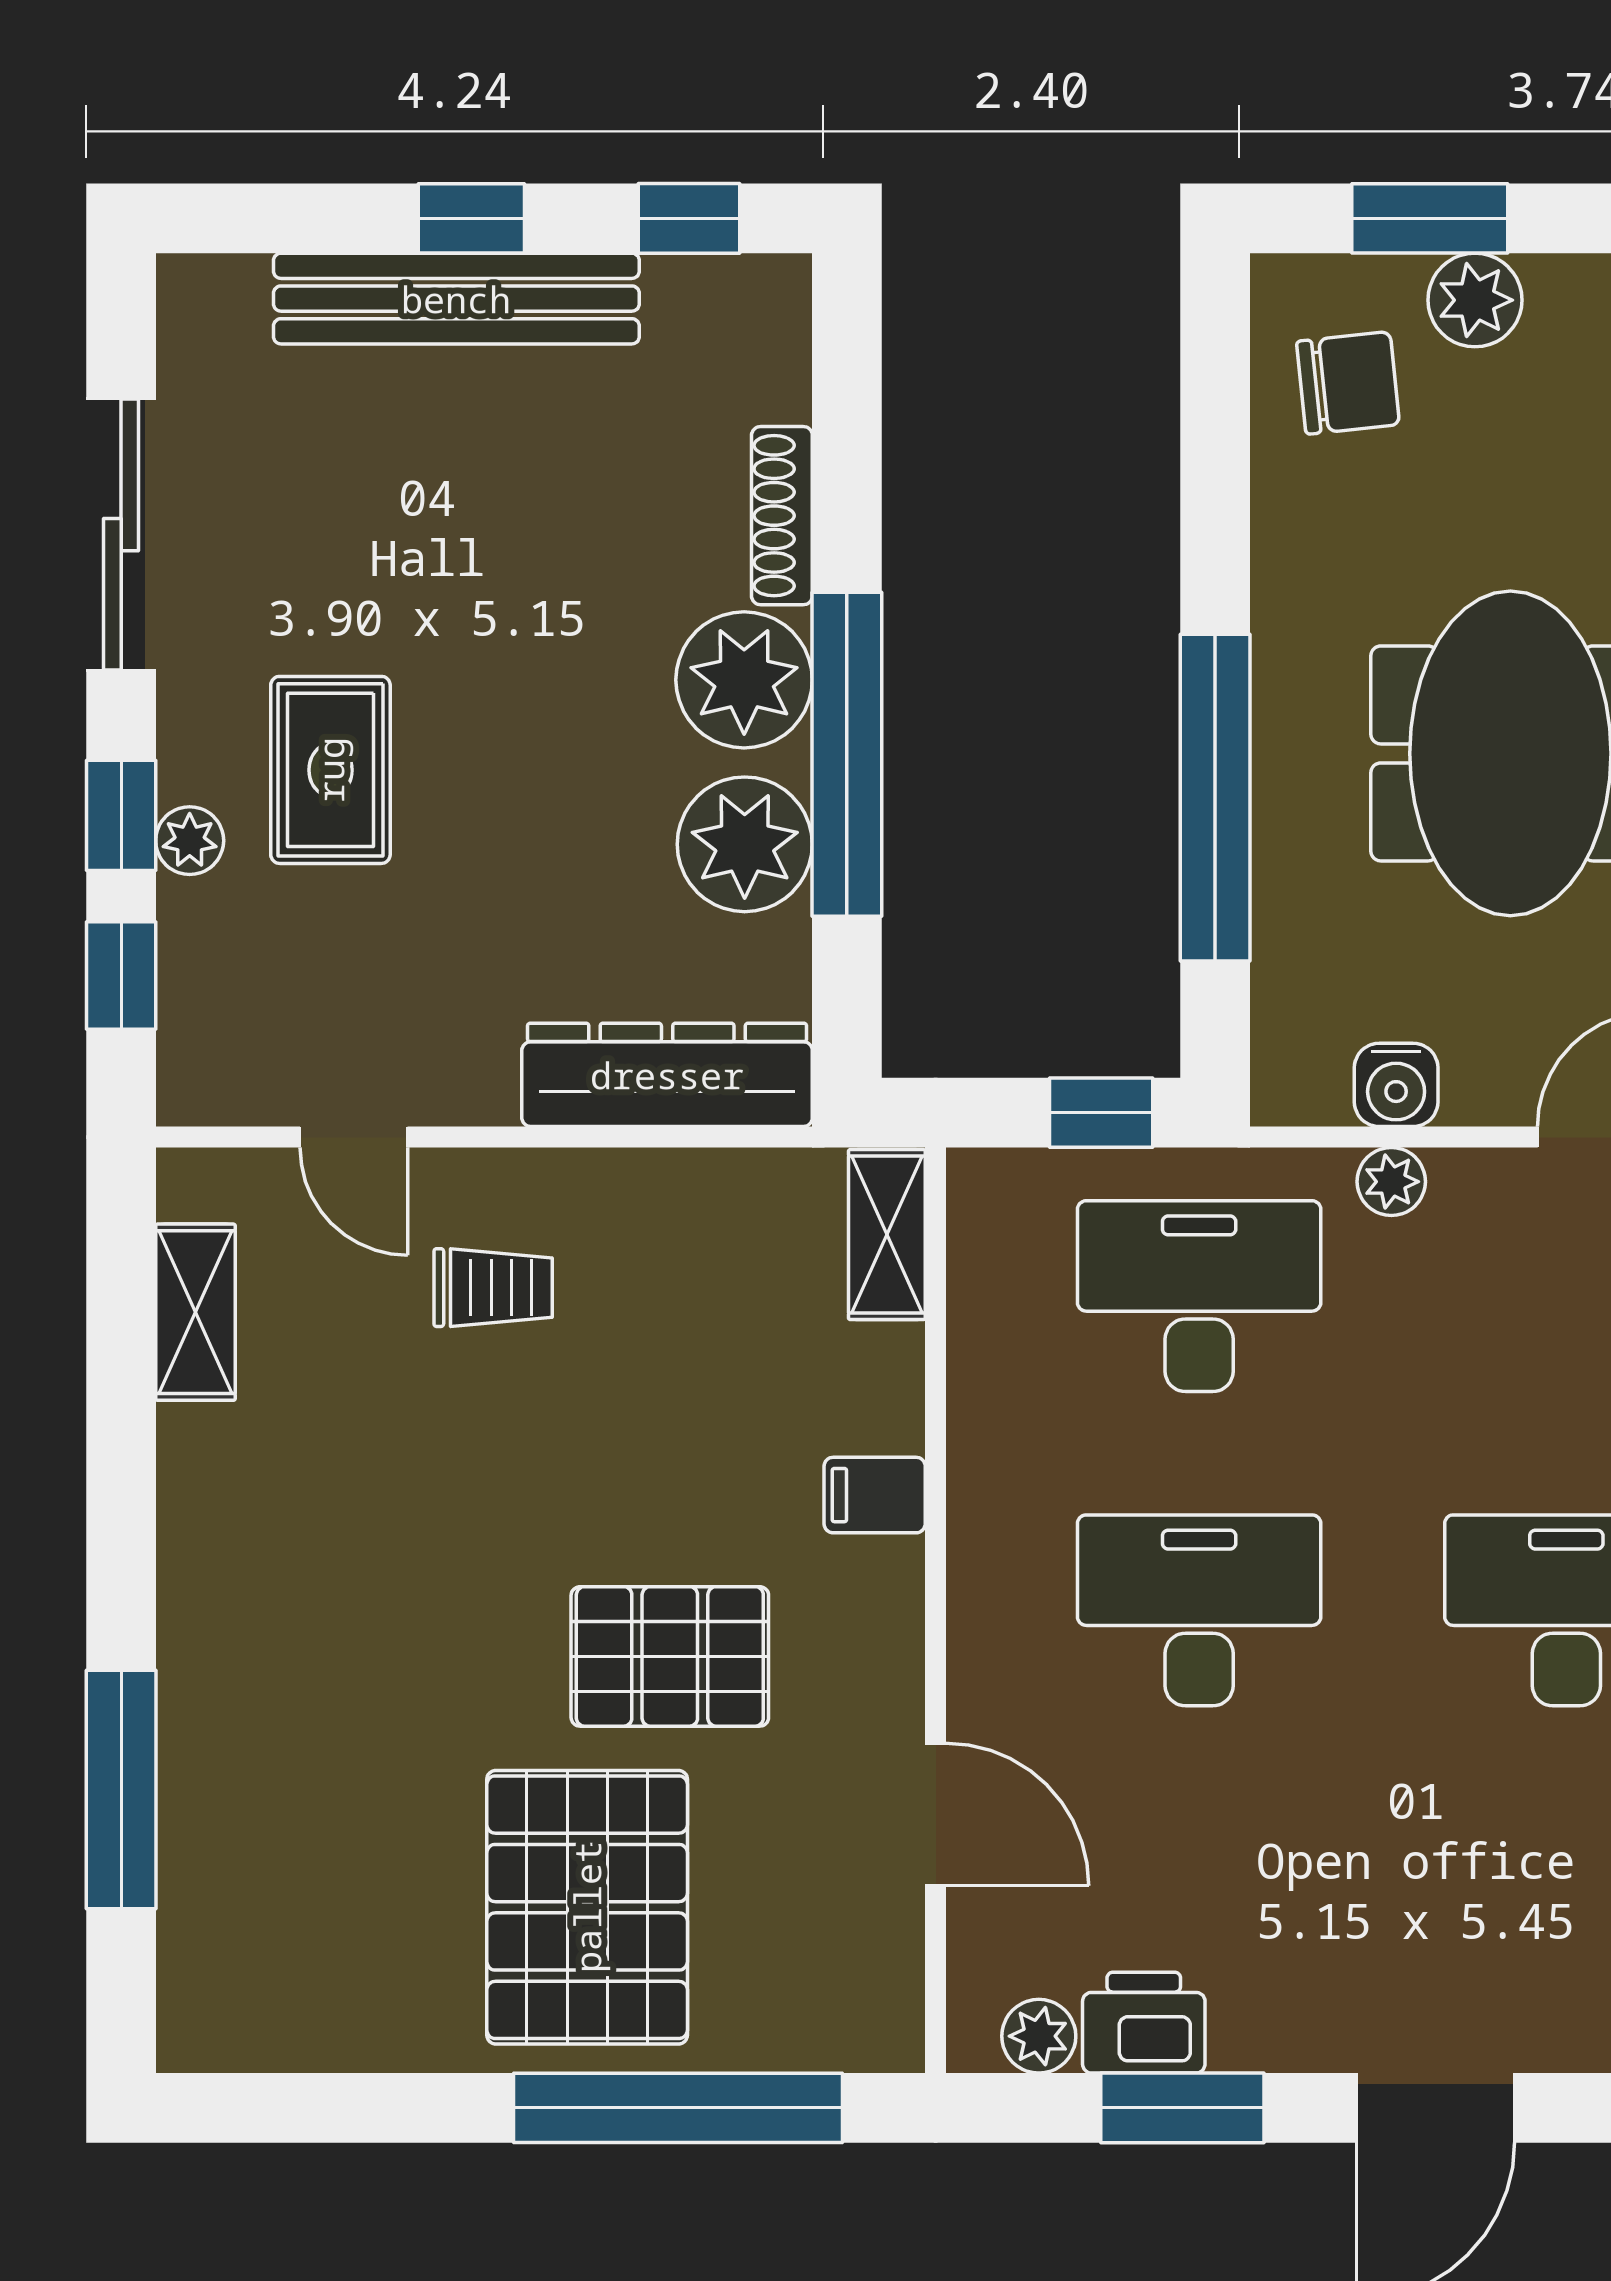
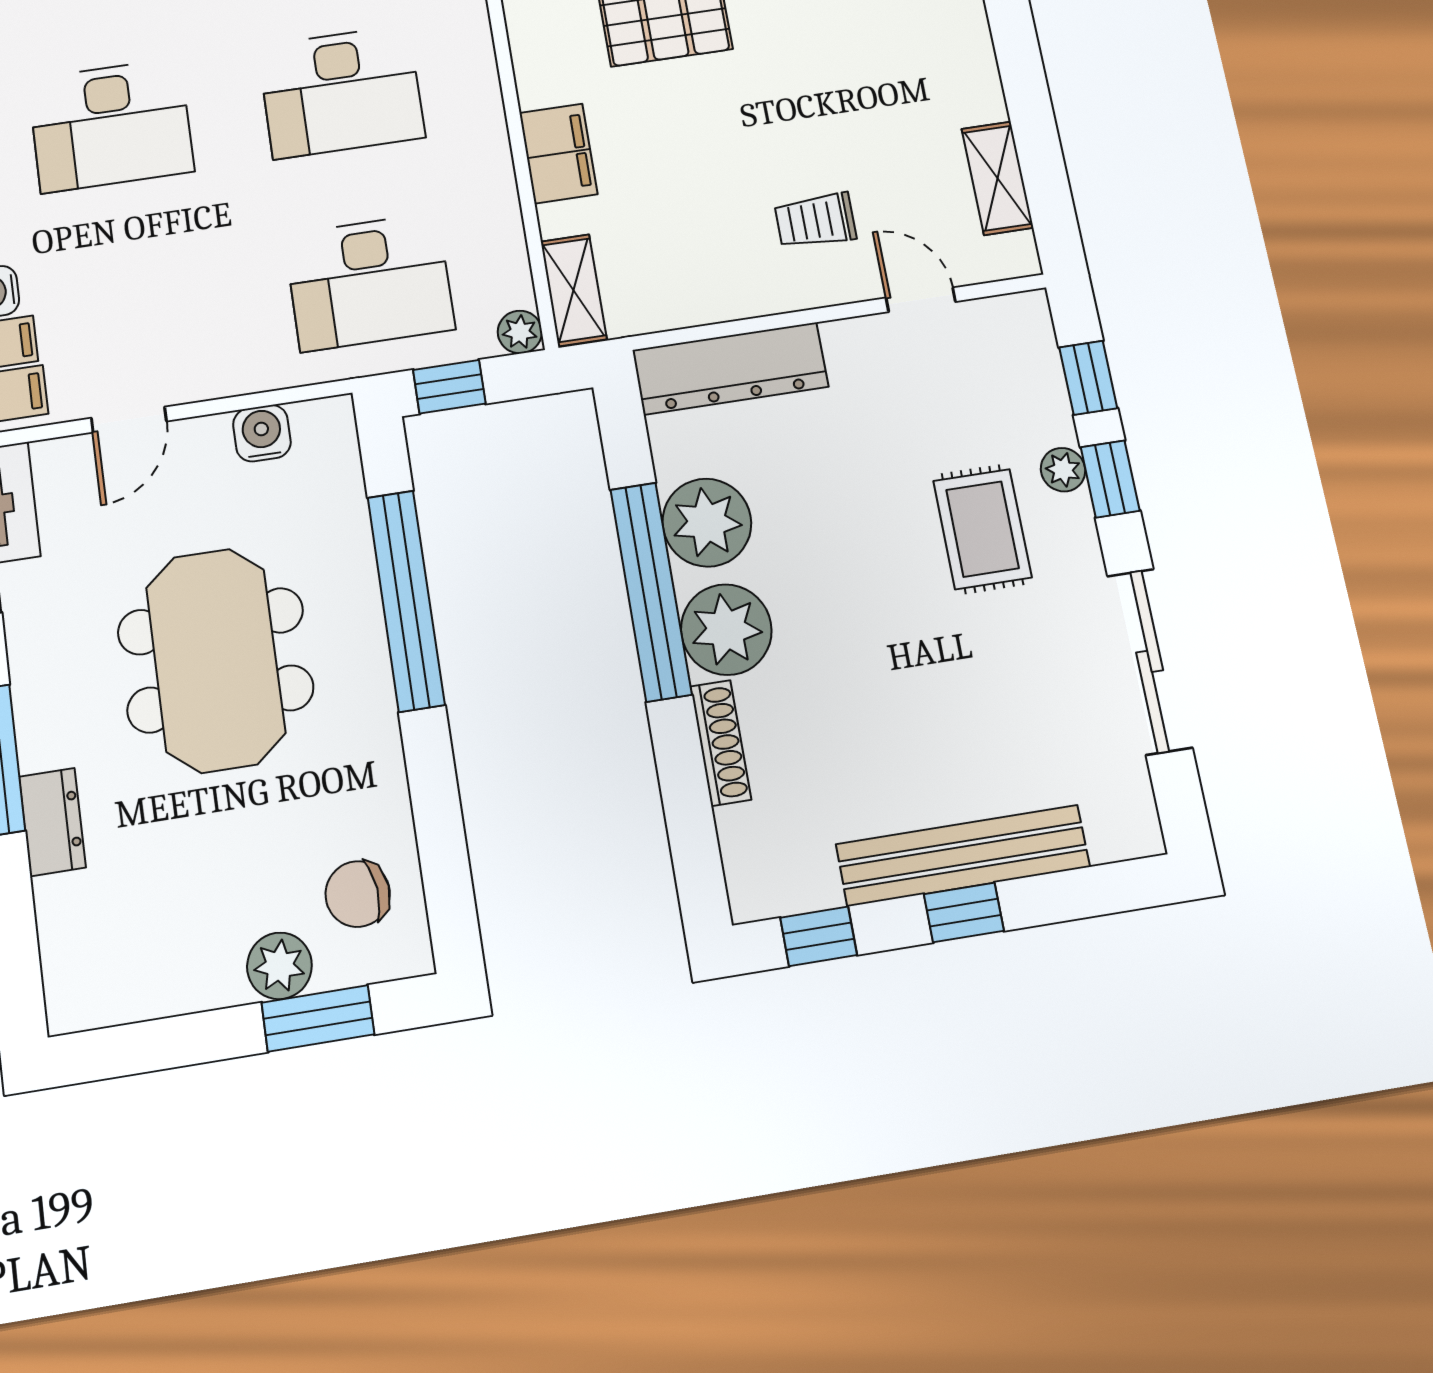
plant: (1391, 1182) -> (520, 332), moved
filing cabinet: (875, 1495) -> (558, 154), width x2.00

